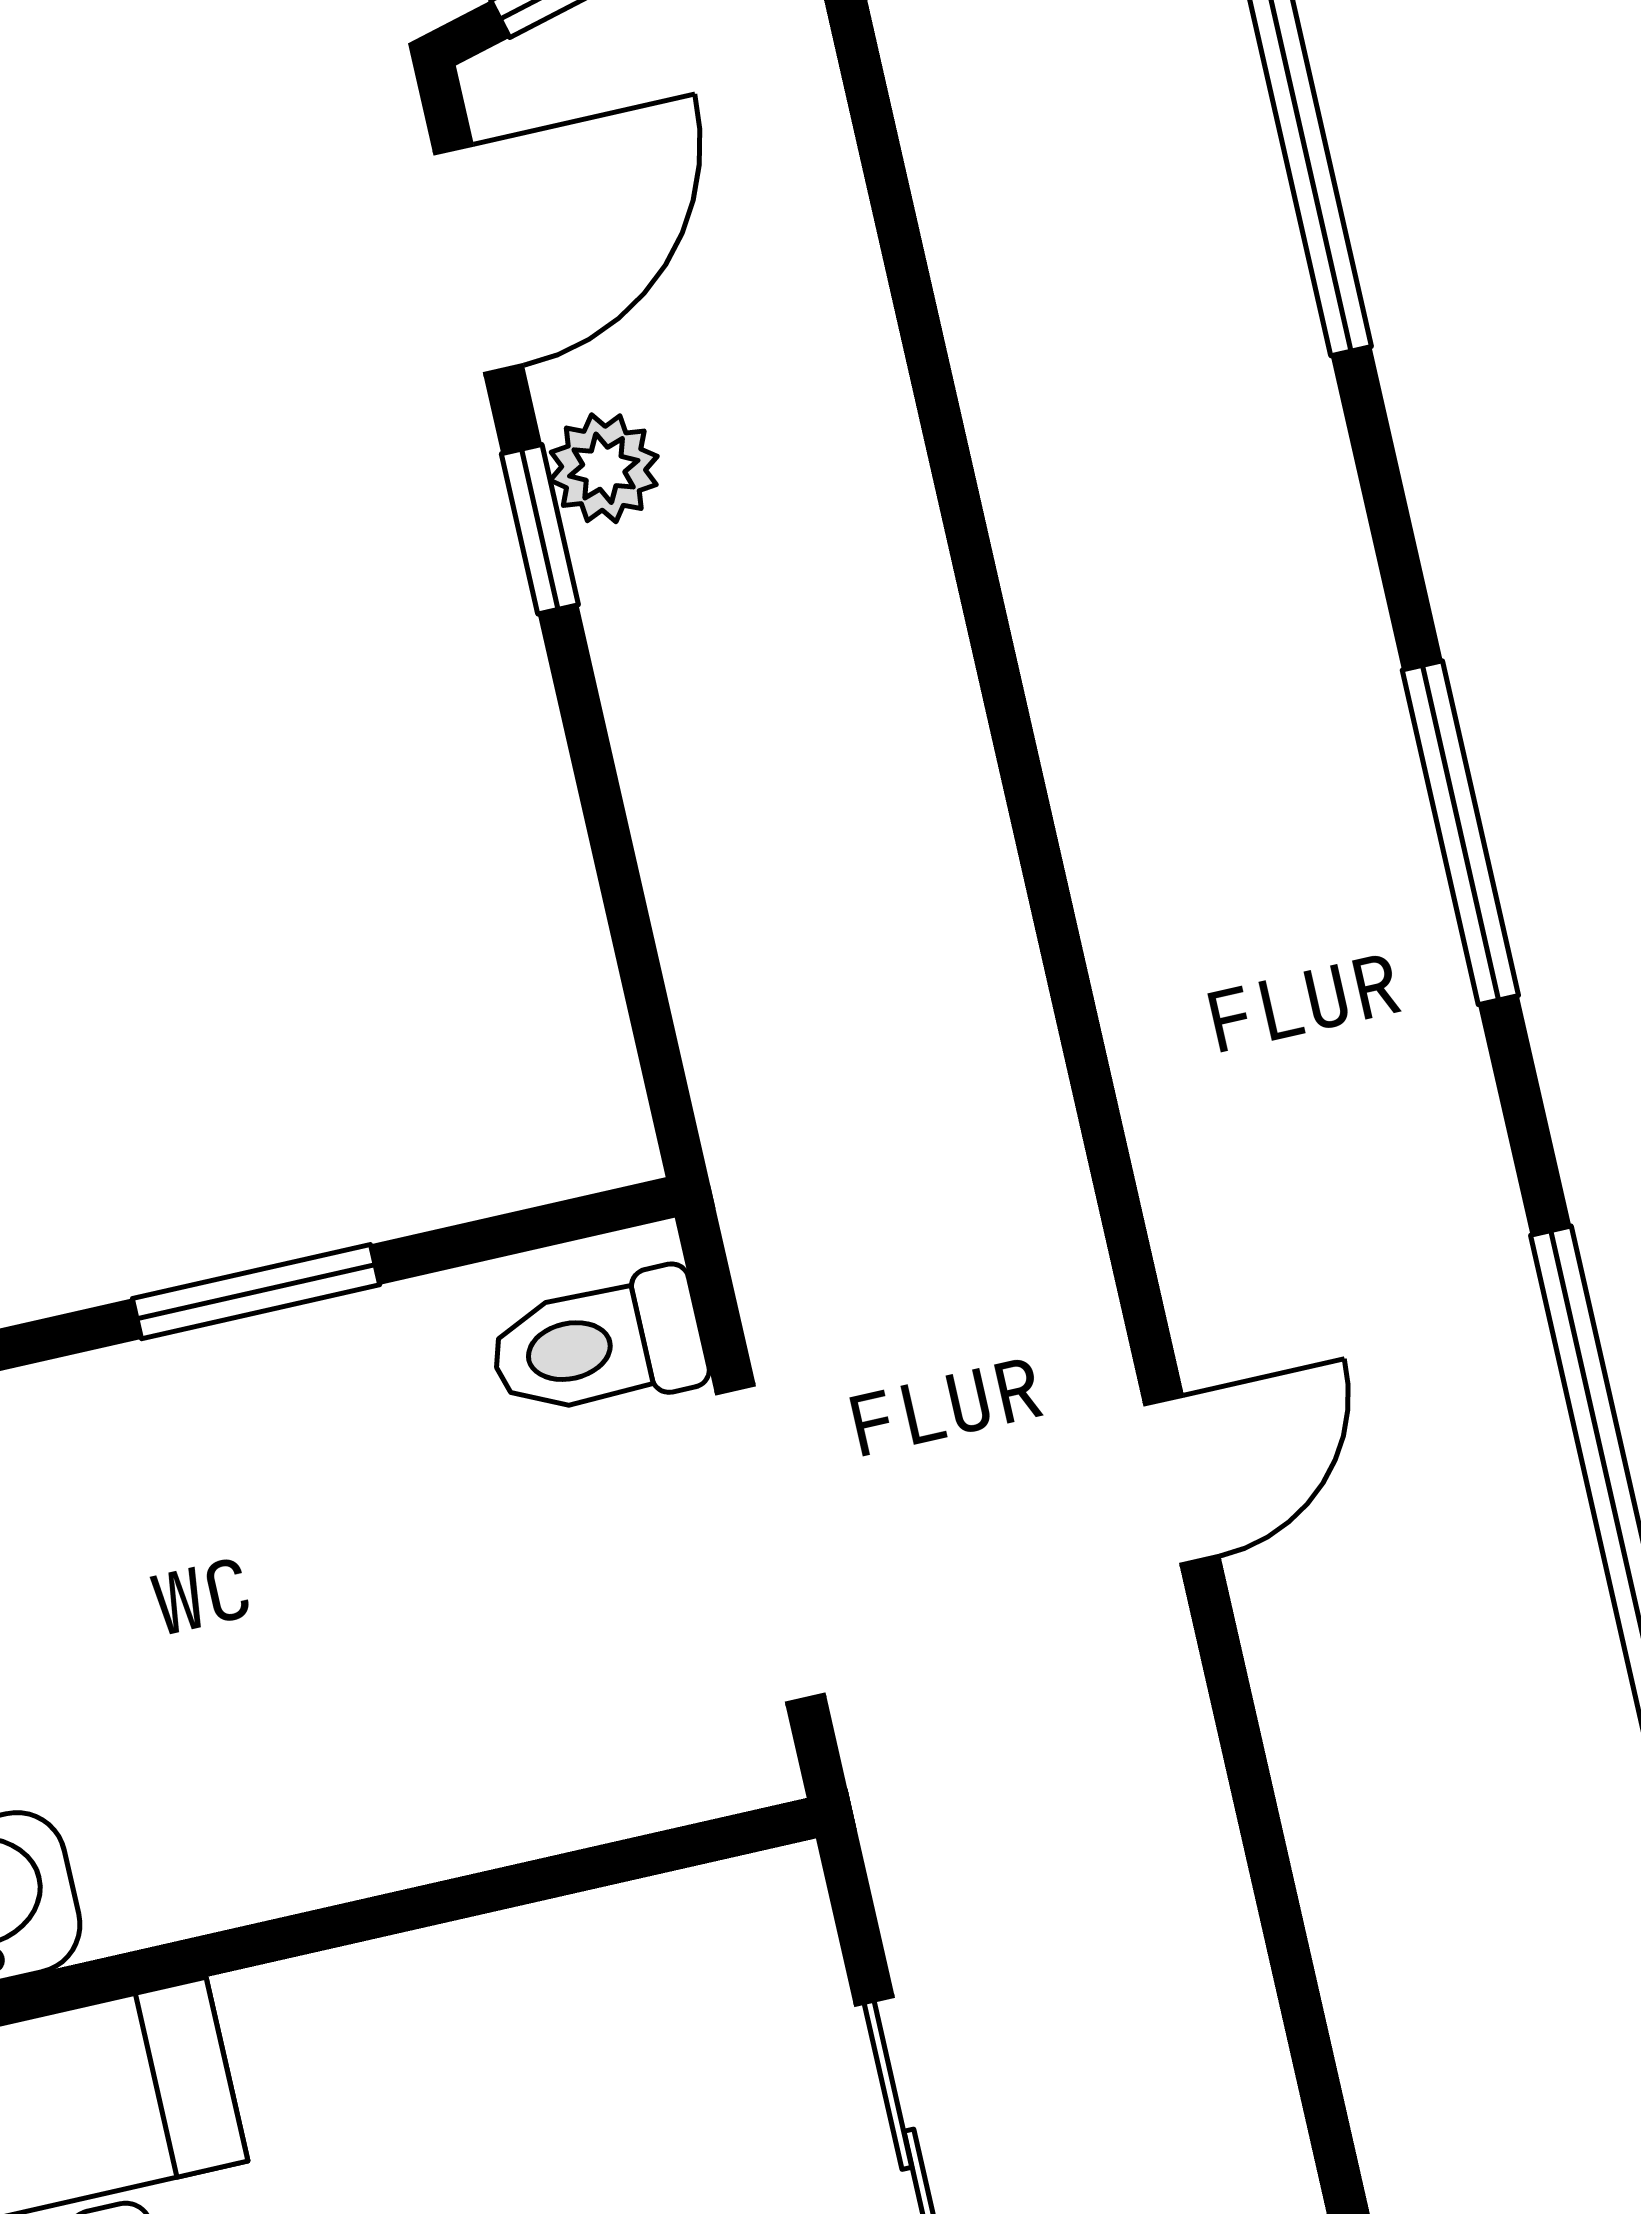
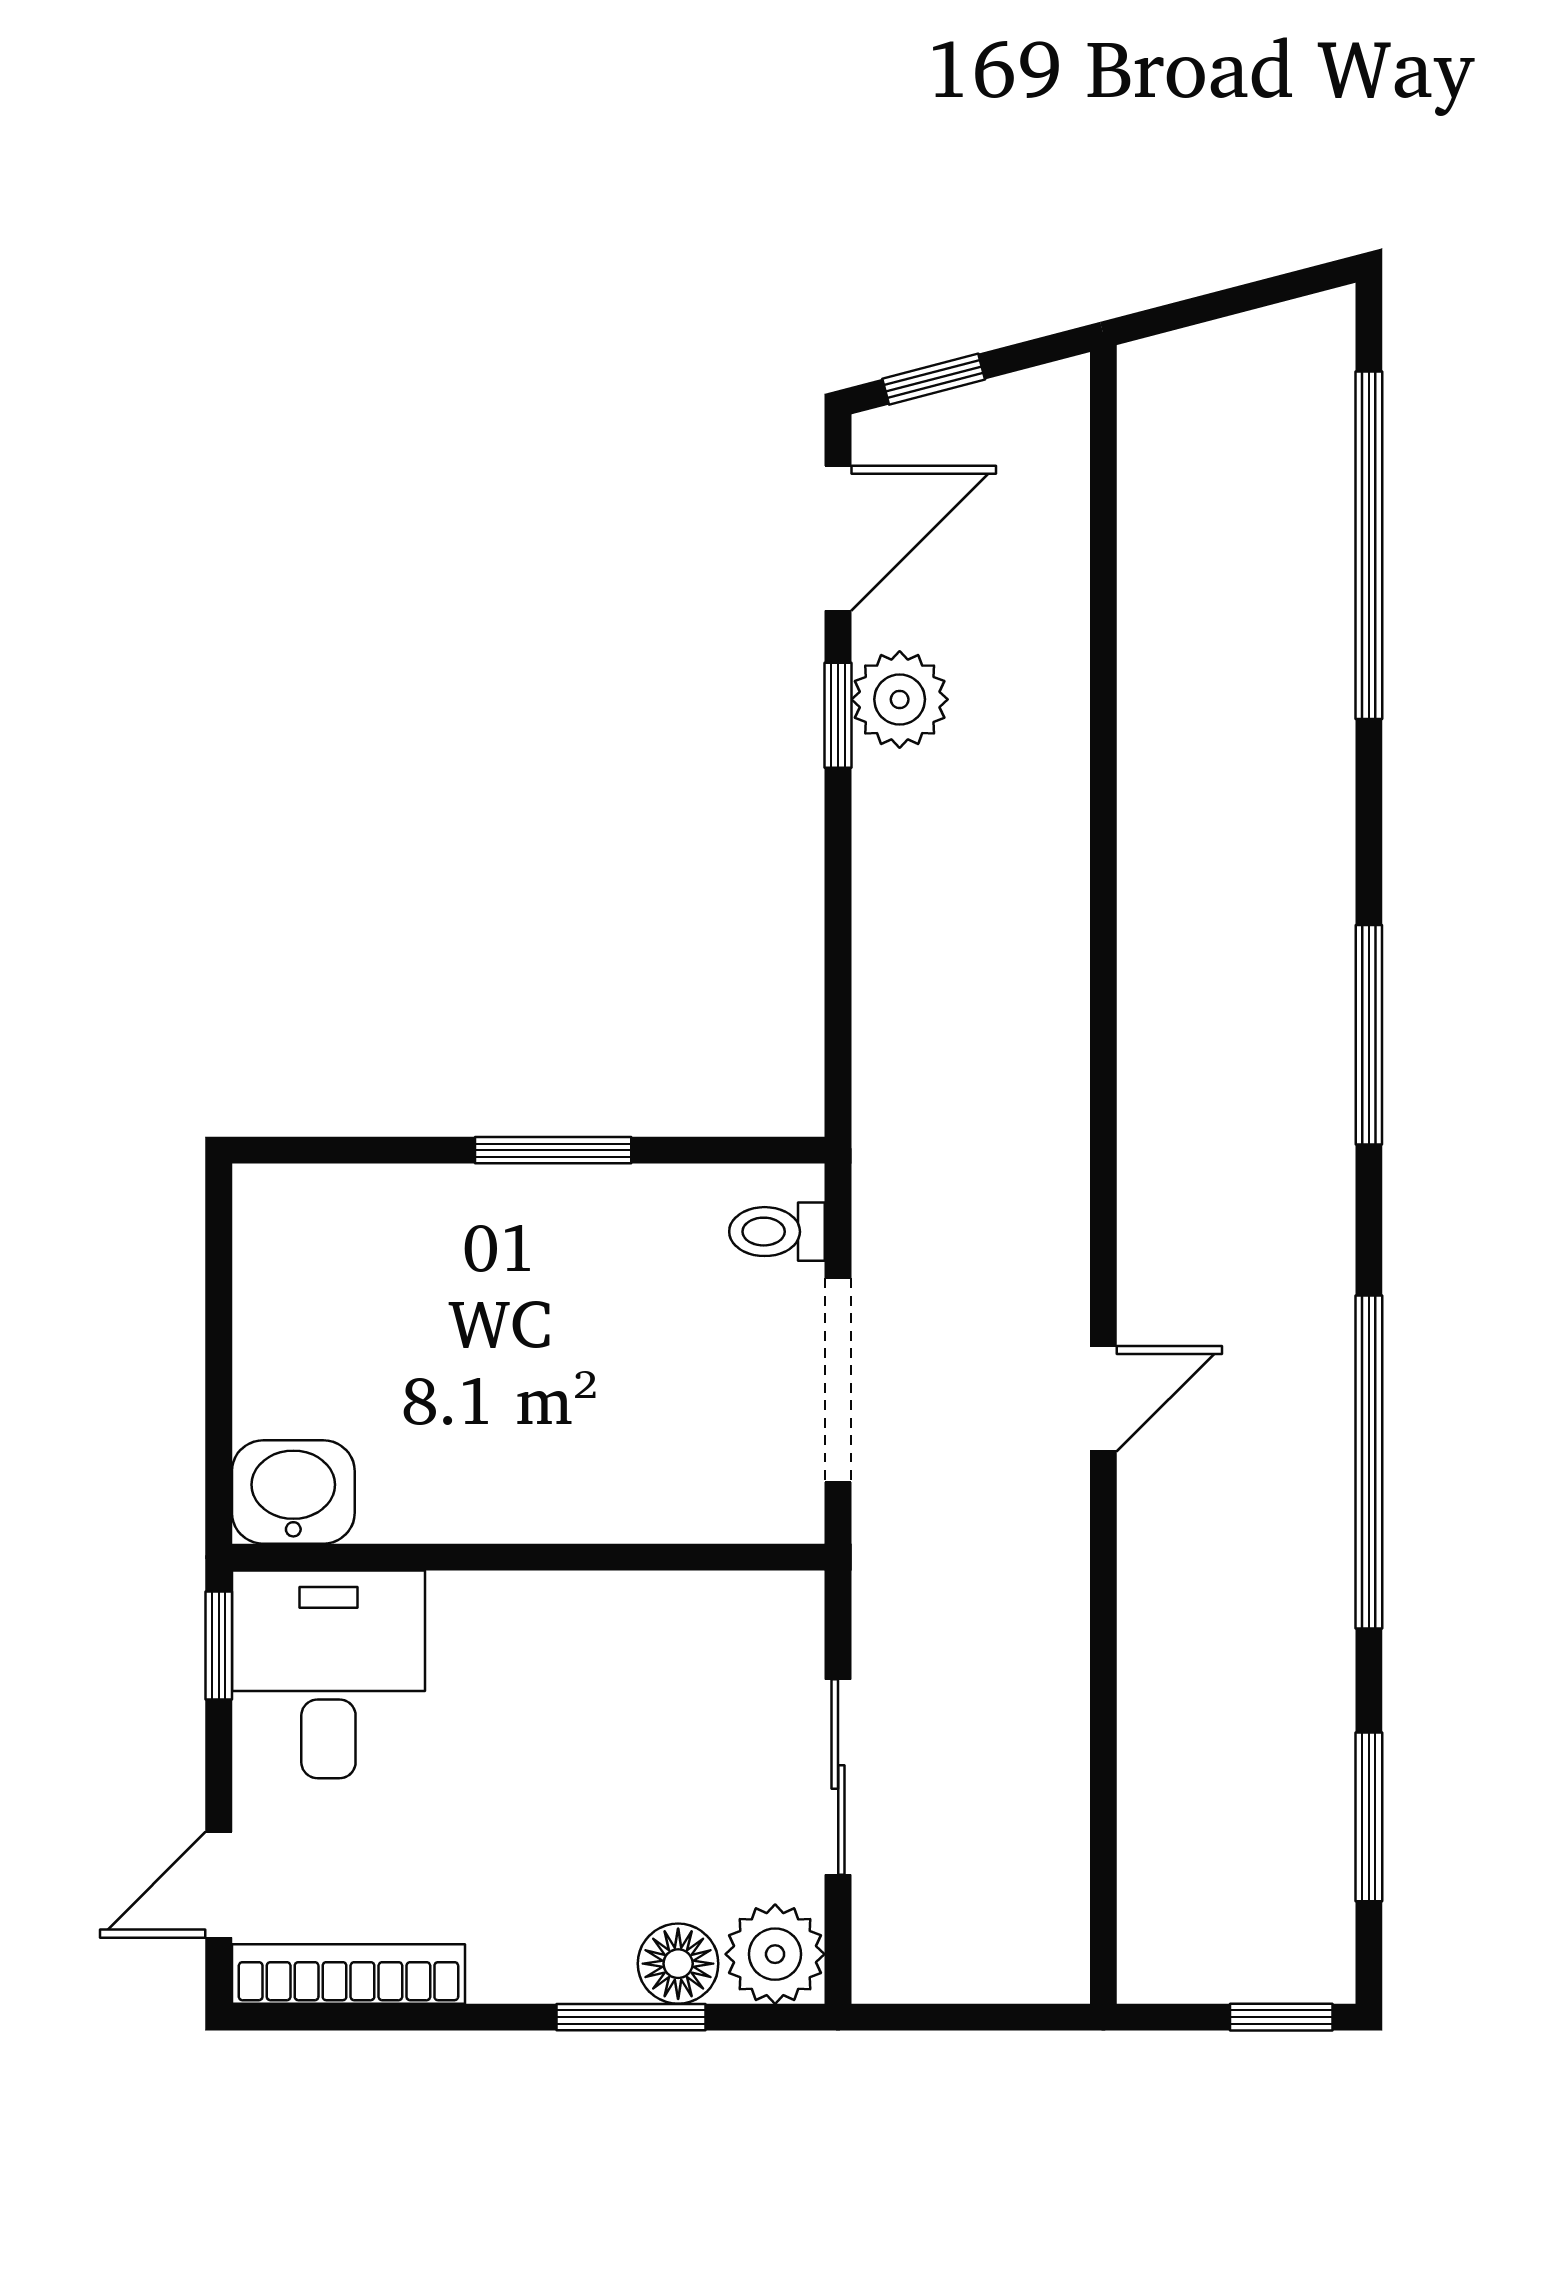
plant: (604, 468) -> (900, 699), width x1.38, depth x1.38
toilet: (598, 1345) -> (777, 1232), width x0.73, depth x0.72

